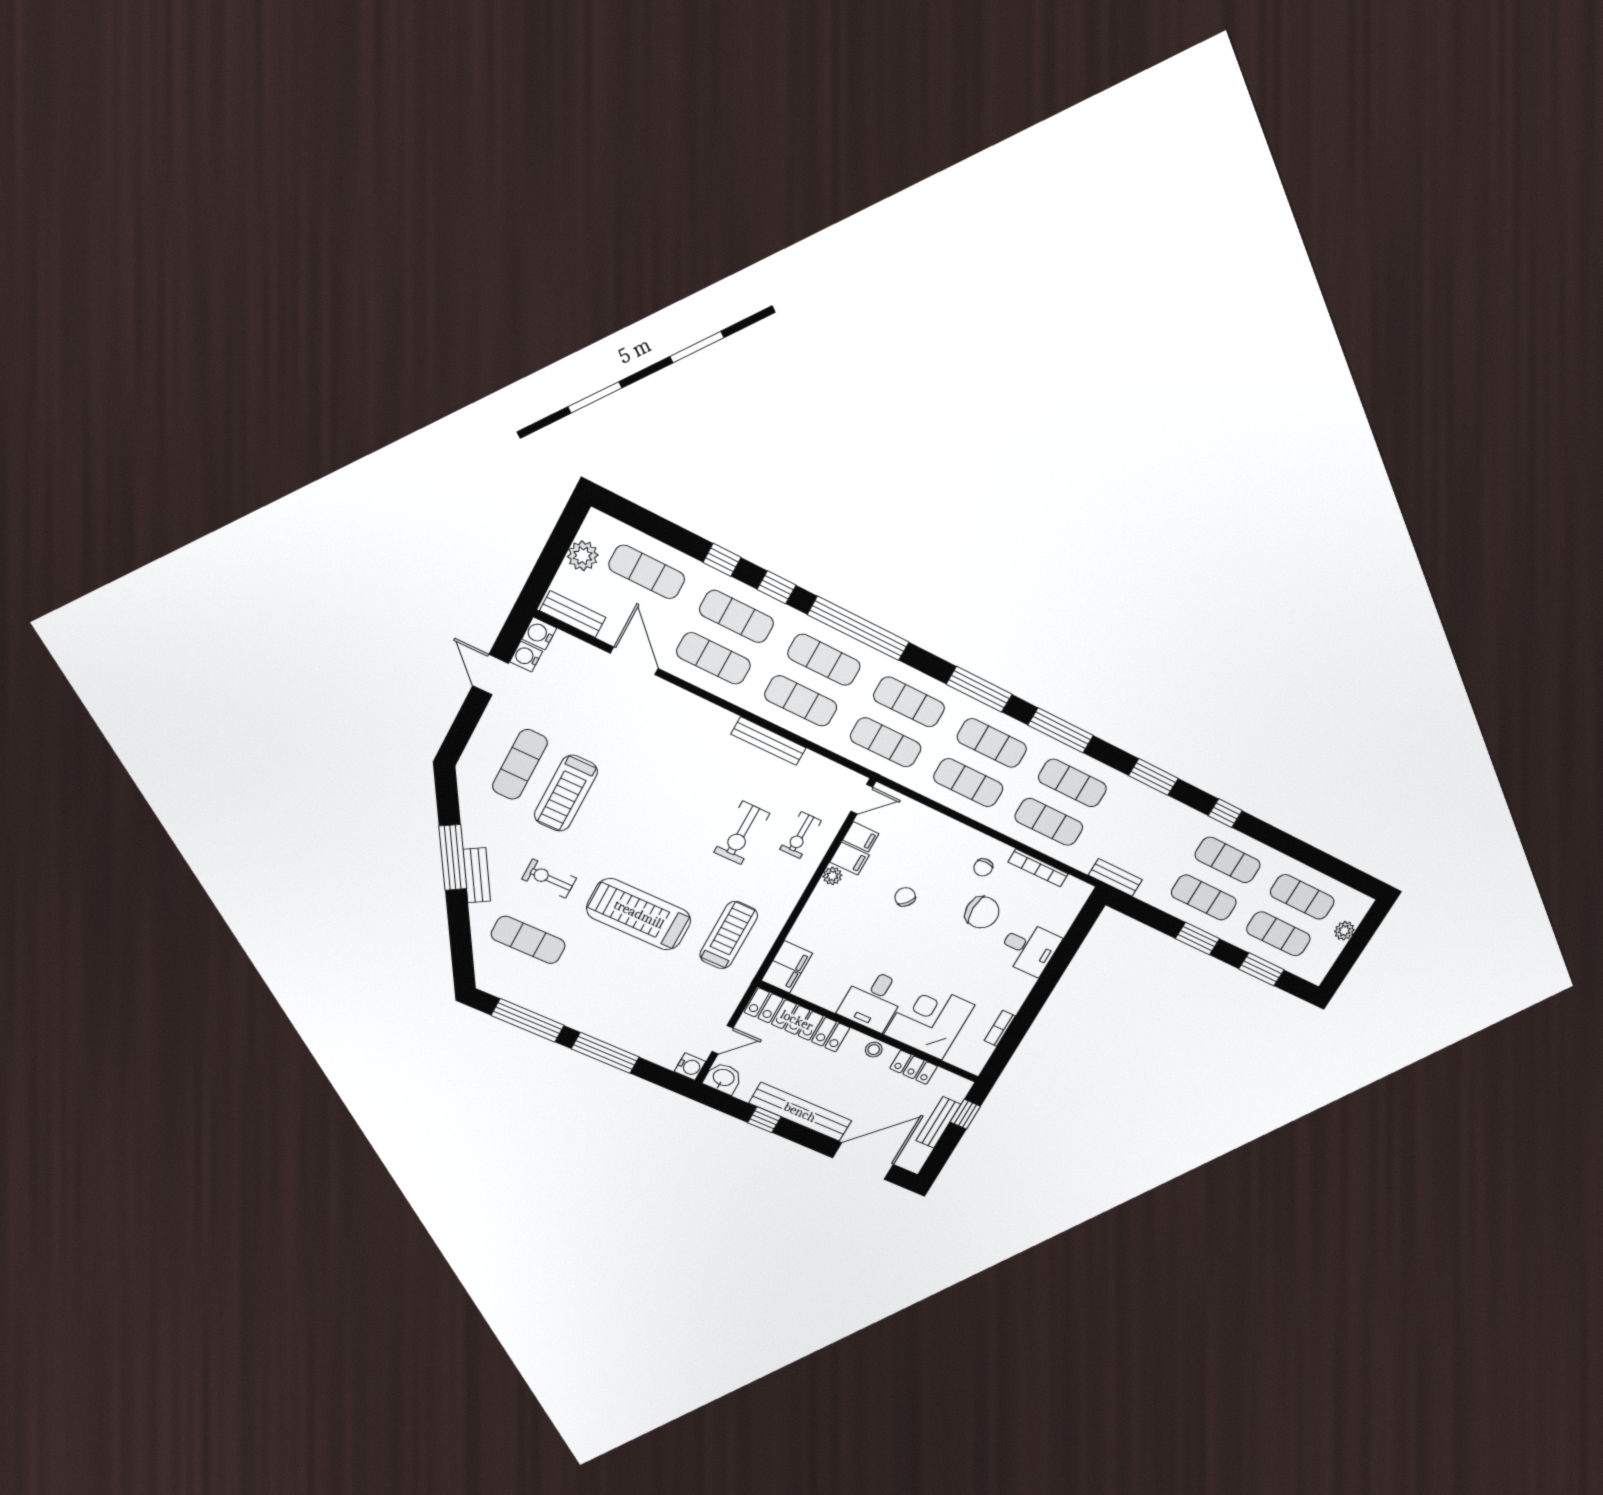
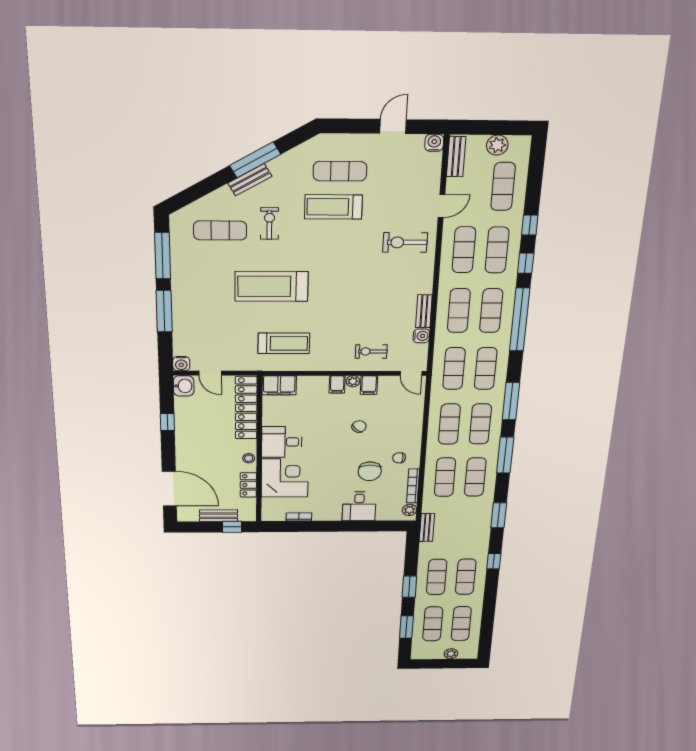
water cooler: (526, 657) -> (421, 336), moved, turned 90
door: (634, 661) -> (441, 206), width x0.73
bench: (769, 741) -> (424, 311), width x0.73
exercise bike: (742, 833) -> (405, 242), moved
filing cabinet: (861, 837) -> (337, 384), moved
plant: (1073, 888) -> (410, 510), added
treadmill: (639, 914) -> (272, 286), turned -90
exercise mat: (528, 940) -> (220, 230), turned 90
bench: (800, 1112) -> (184, 439), removed

